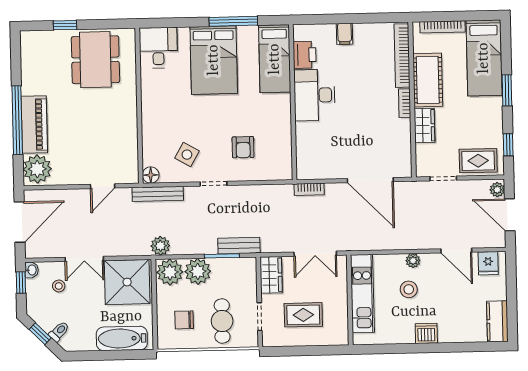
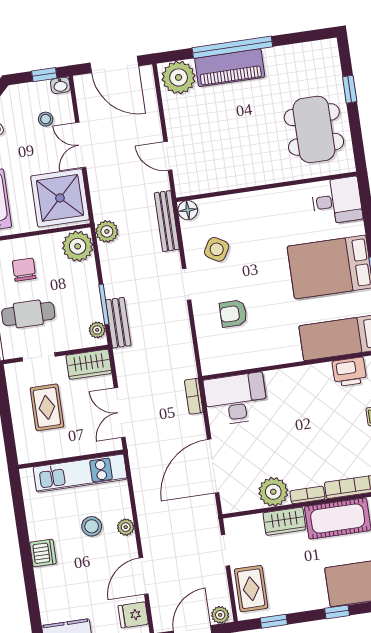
dining table: (95, 60) -> (314, 129), turned 90
window: (507, 90) -> (337, 612), width x0.67
desk: (315, 95) -> (236, 399), moved
plant: (398, 132) -> (273, 492), added
plant: (198, 271) -> (97, 330), moved, width x0.53, depth x0.53

